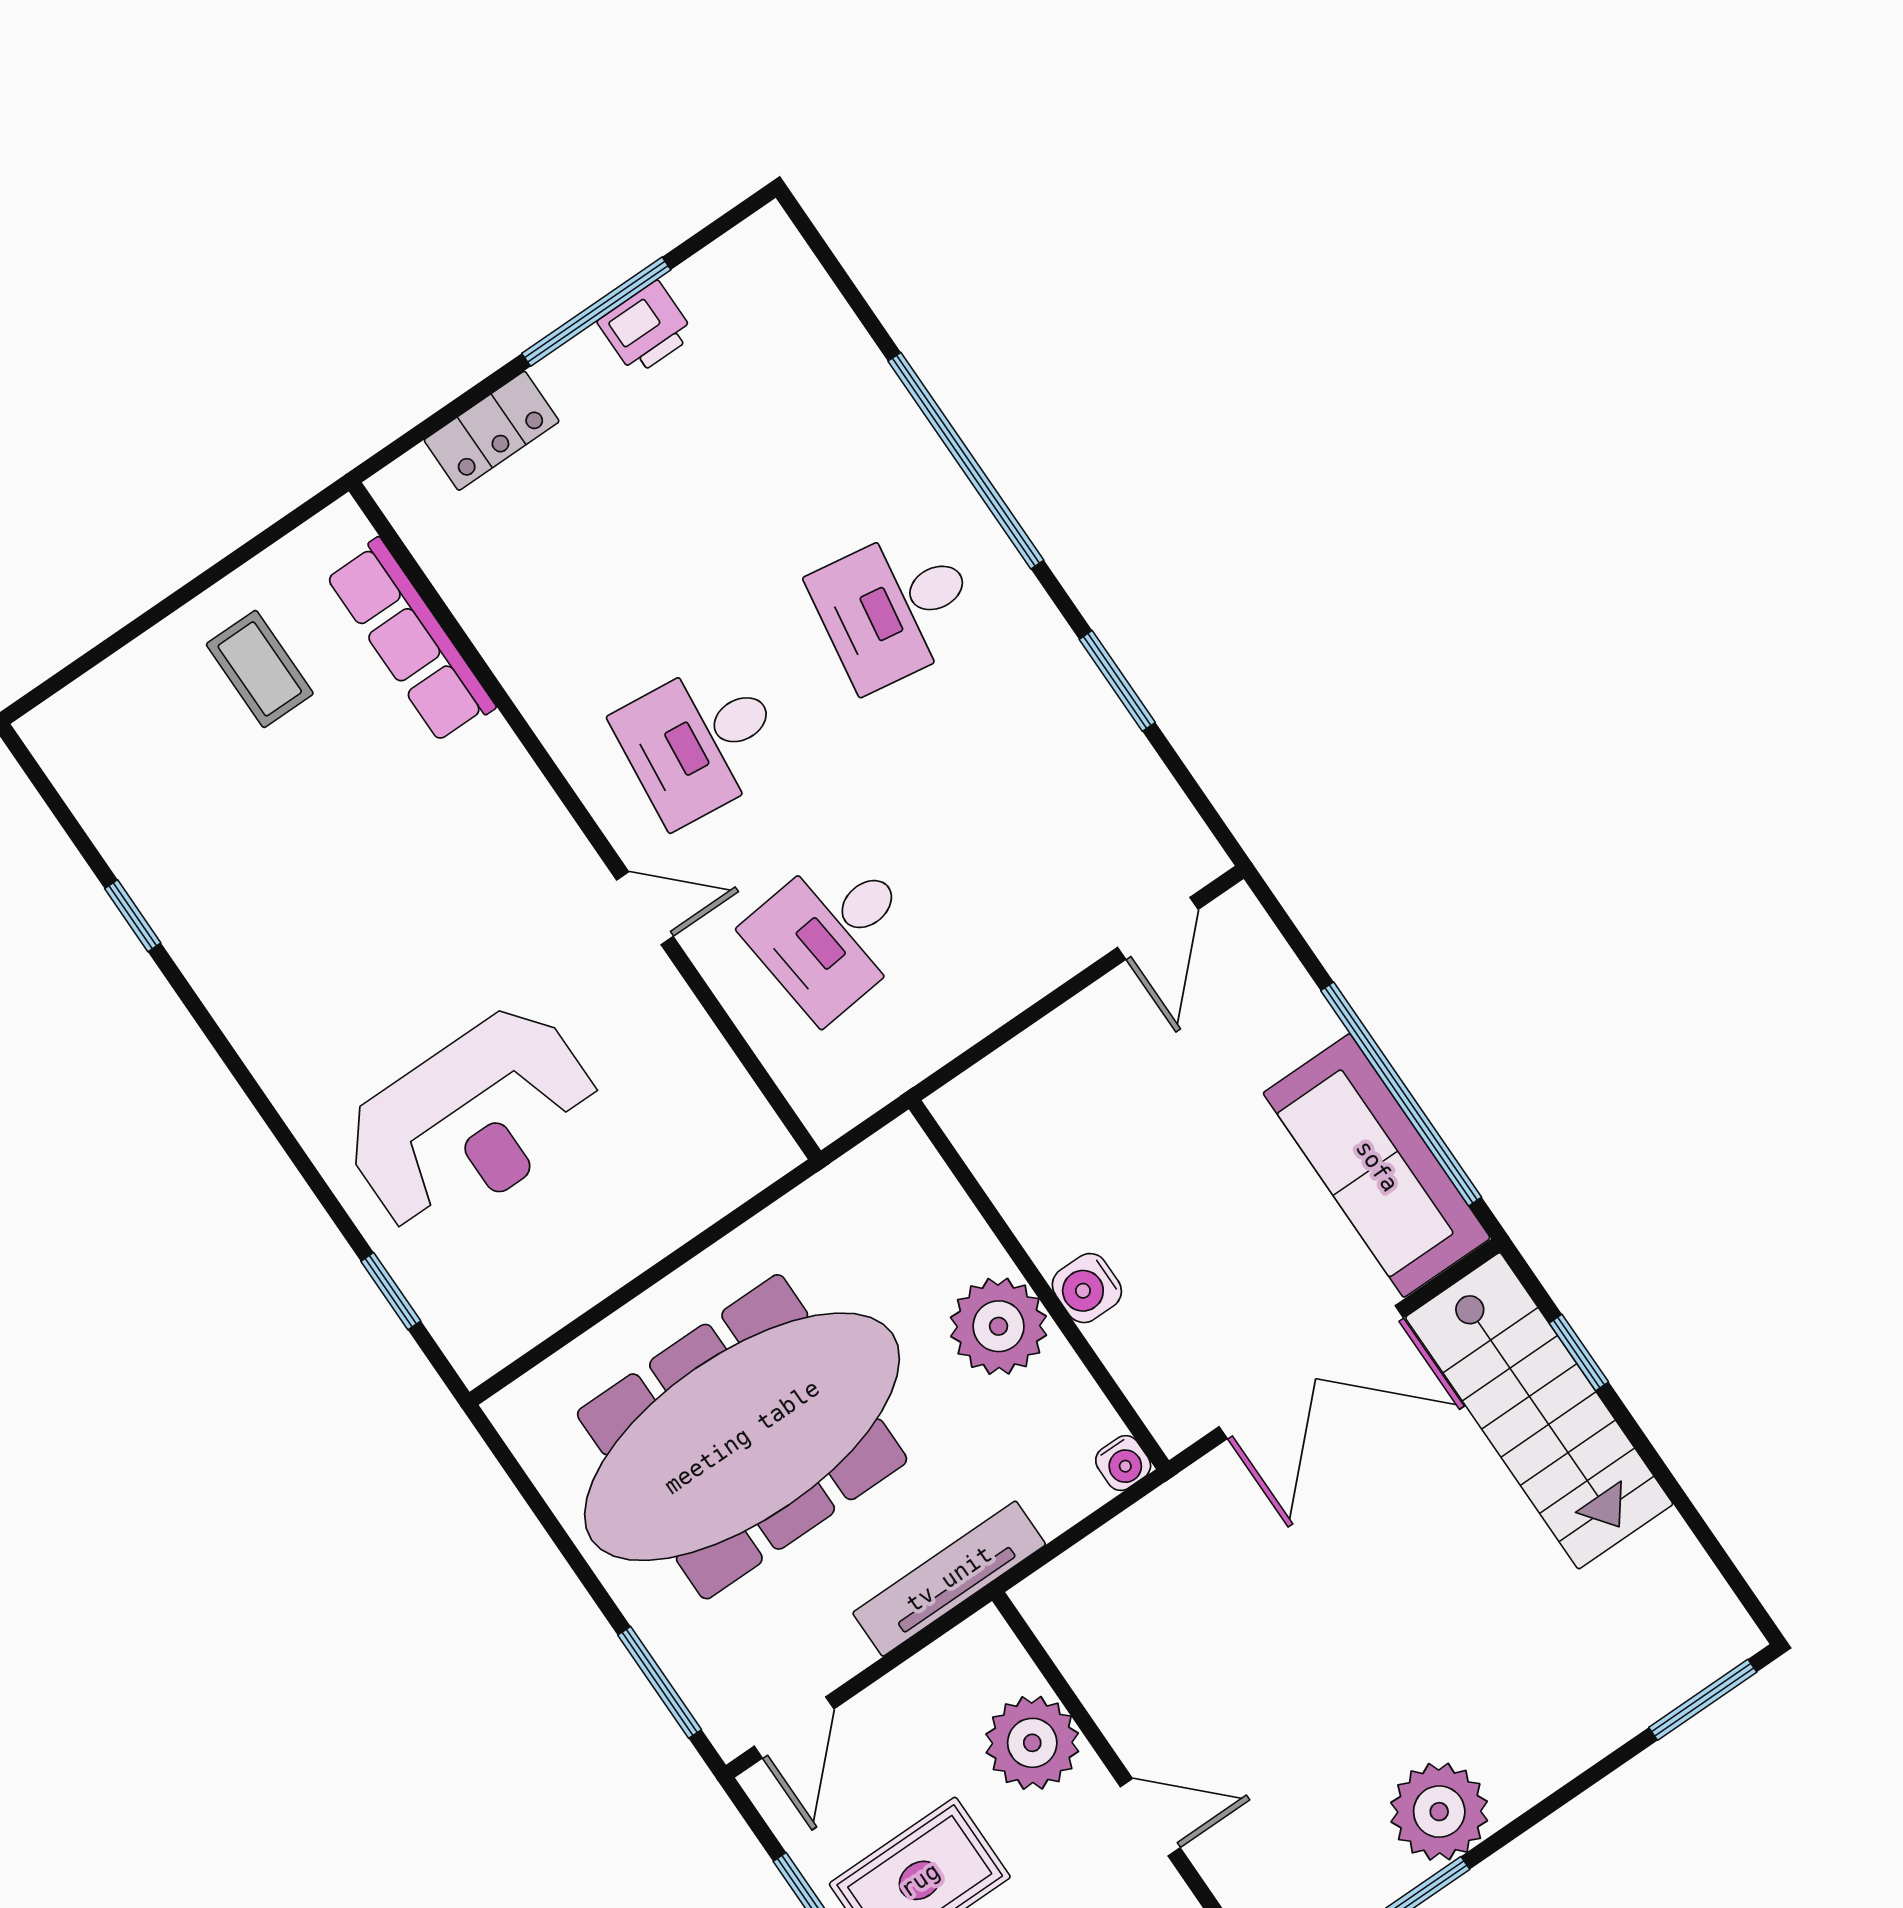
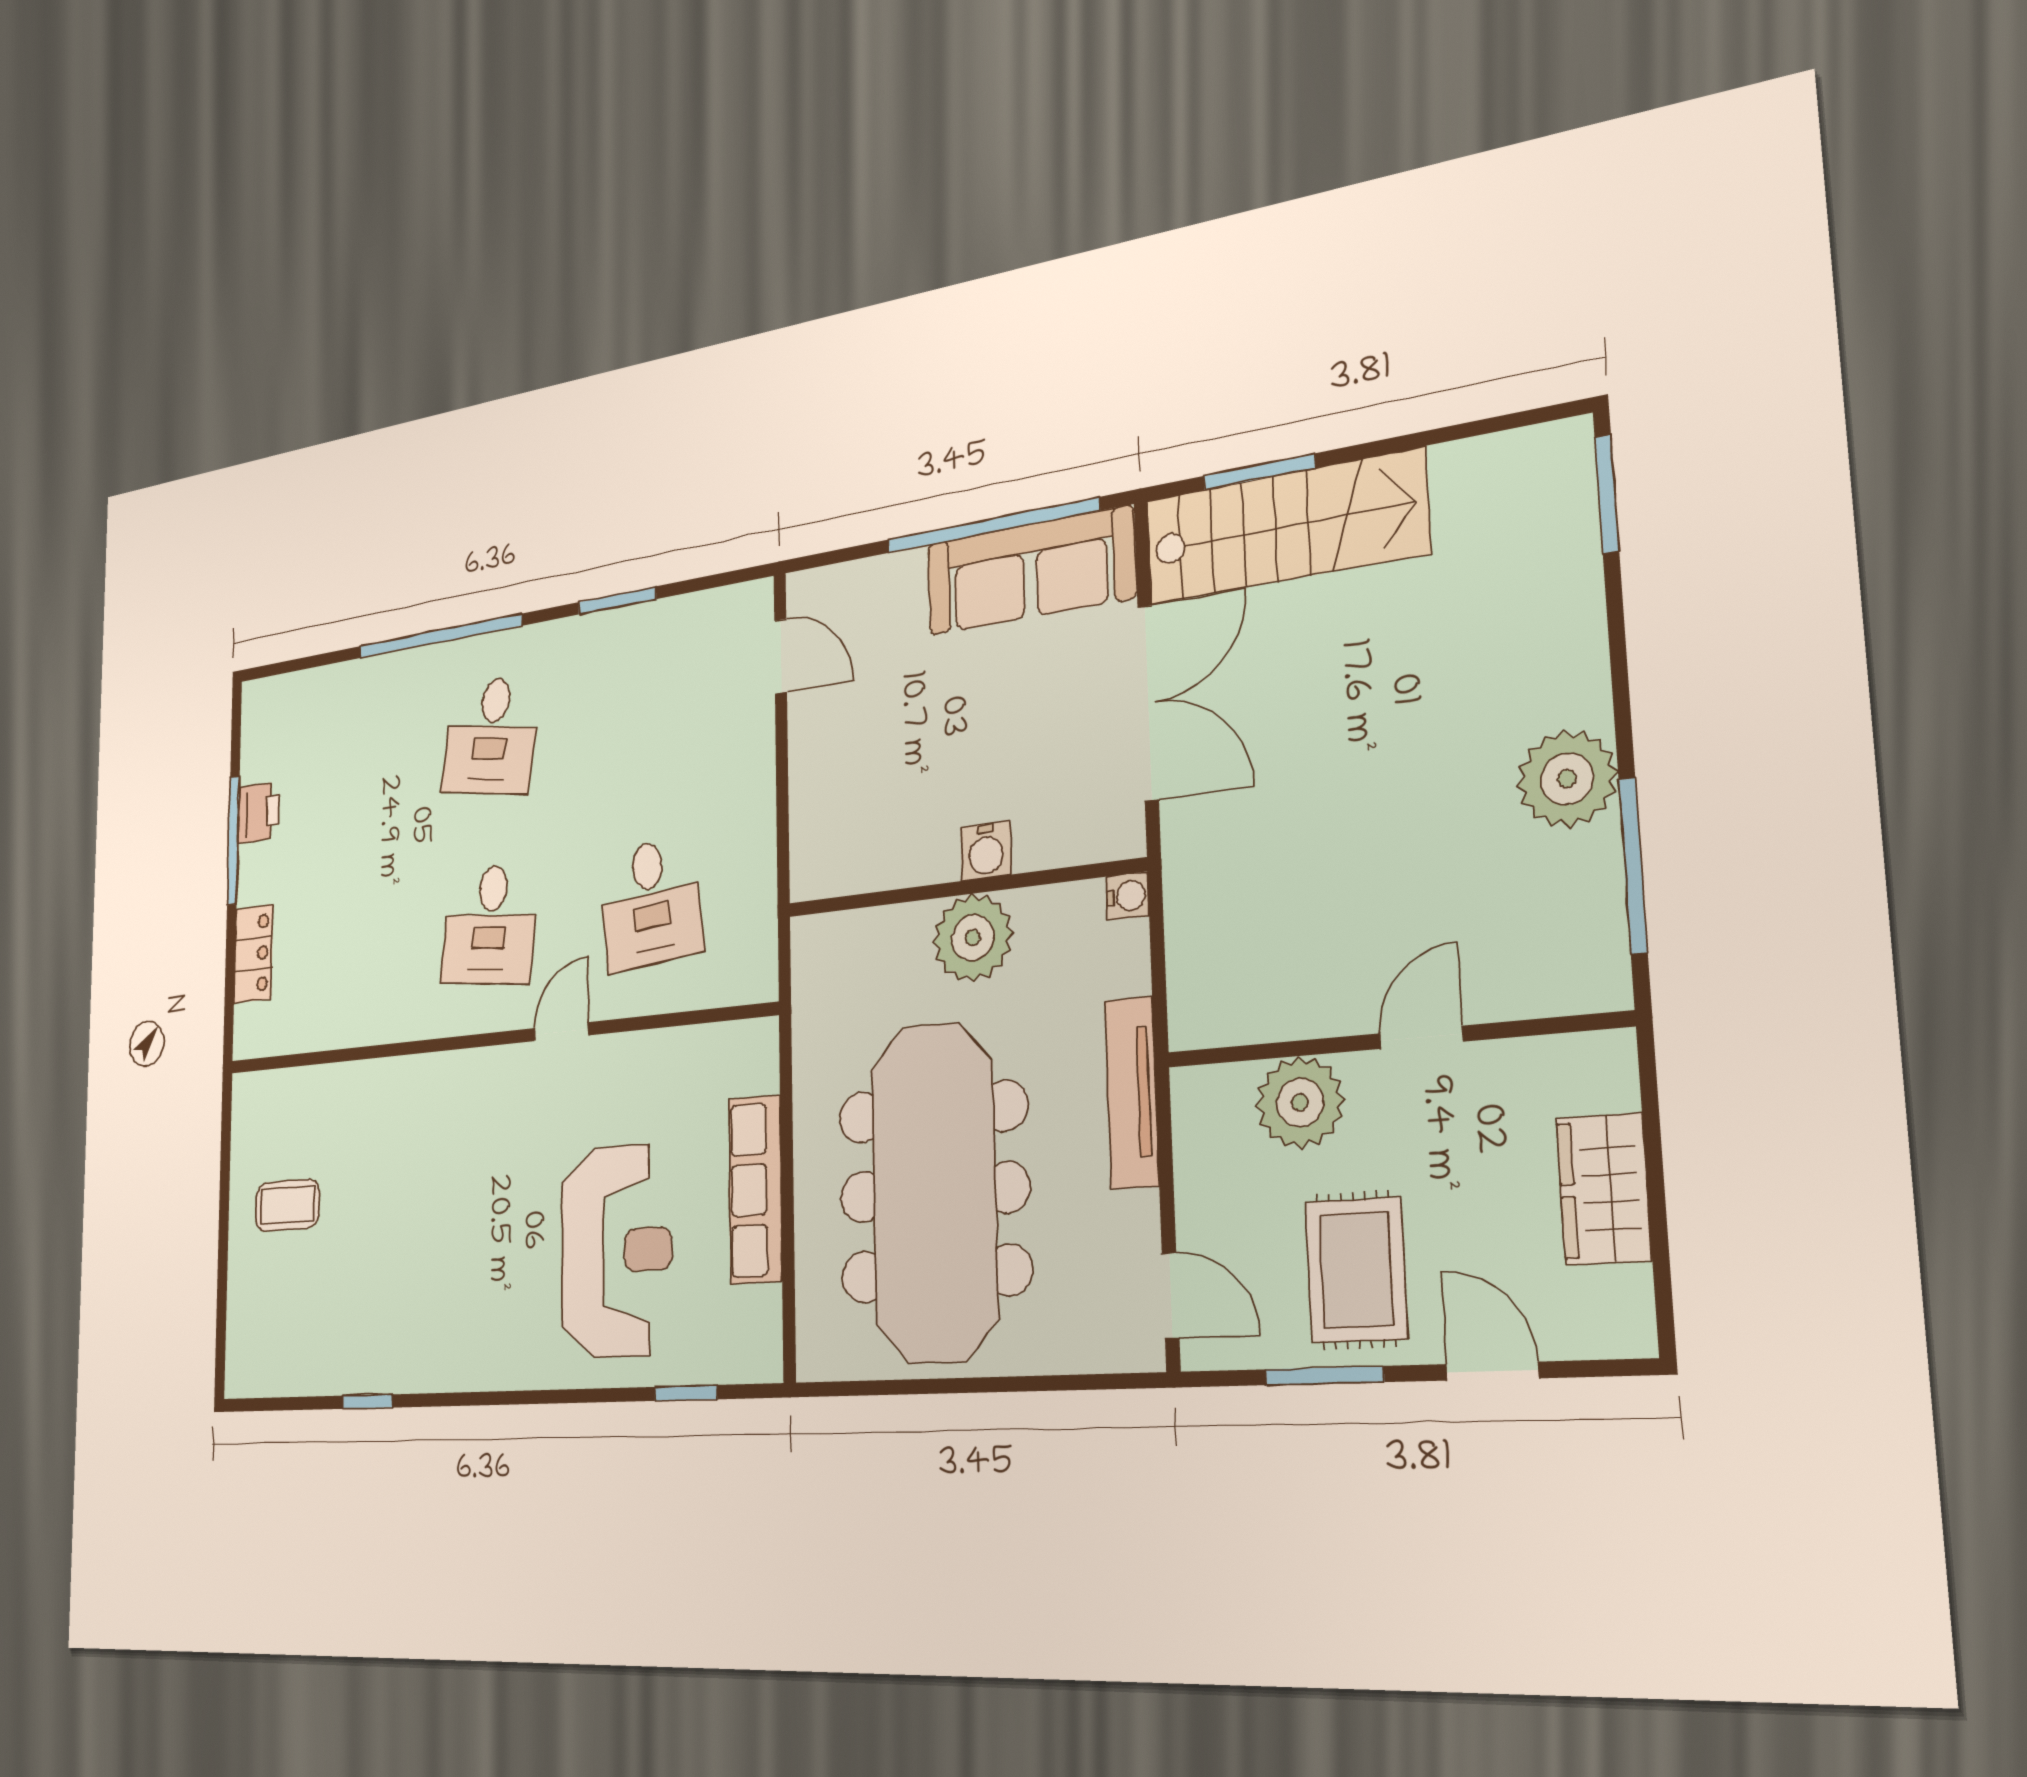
row of seats: (410, 641) -> (755, 1190), moved, turned 90
window: (1579, 1352) -> (1259, 472), width x1.50
window: (660, 1682) -> (1072, 1383), removed

